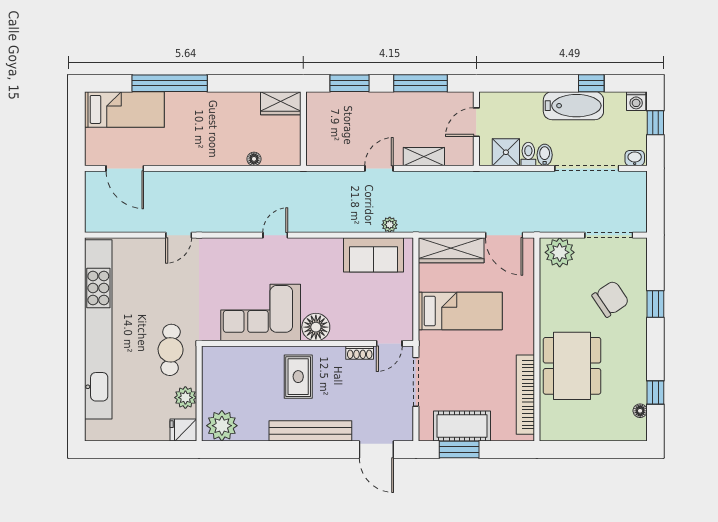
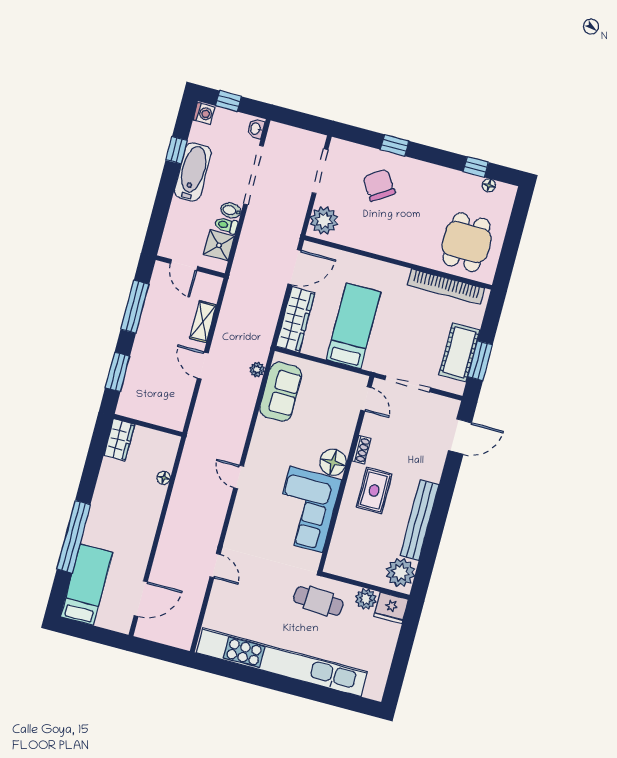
shoe rack: (360, 353) -> (361, 450), moved
dining table: (572, 366) -> (466, 242), moved, width x0.73
rug: (298, 377) -> (374, 490), turned 90
fridge: (183, 430) -> (391, 608), width x1.38
bench: (310, 431) -> (419, 520), moved

